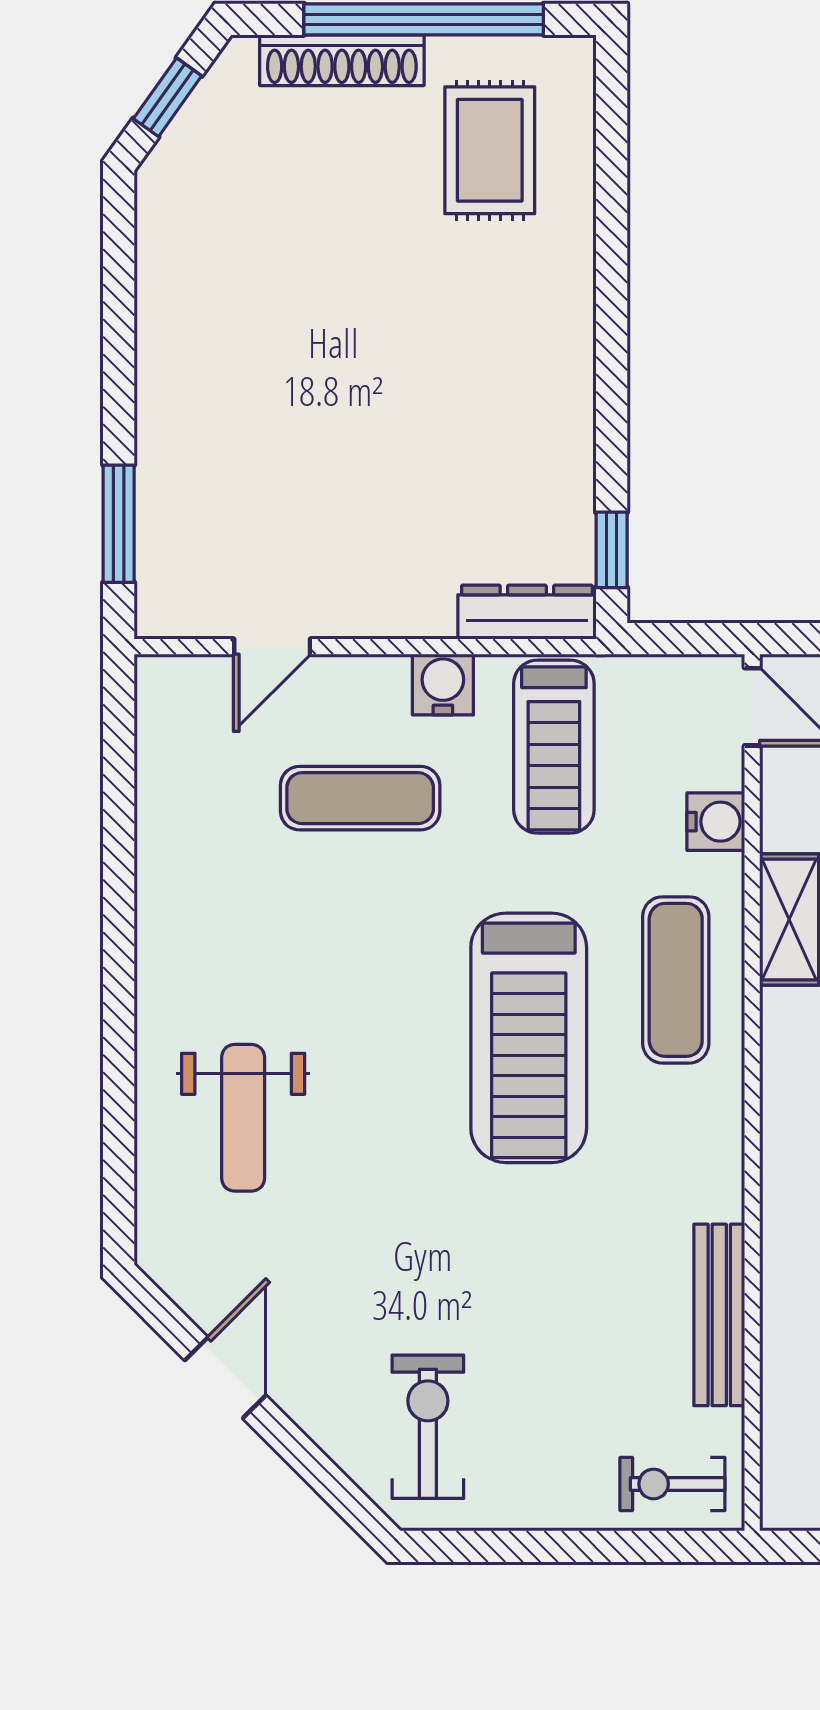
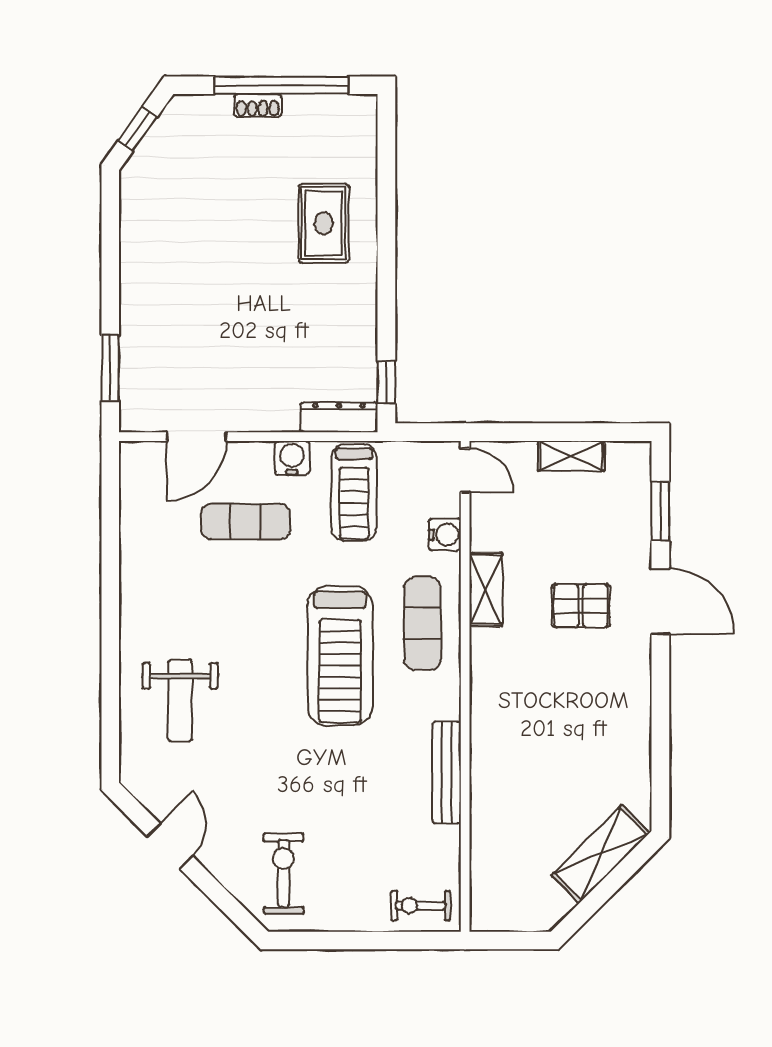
shoe rack: (342, 60) -> (258, 105), width x0.51, depth x0.81
rug: (490, 150) -> (324, 223), moved
door: (272, 647) -> (196, 437), width x1.38
bench: (719, 1315) -> (447, 773), moved

